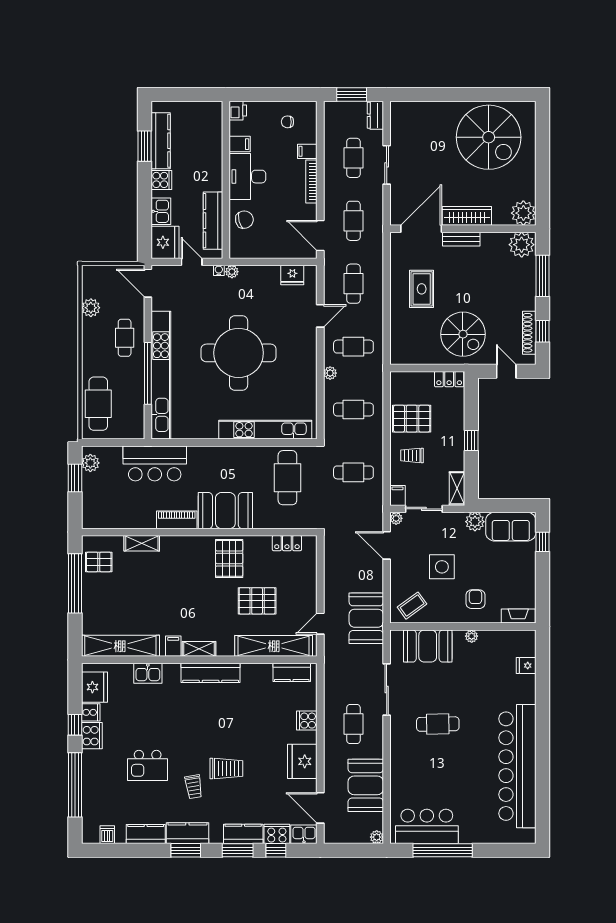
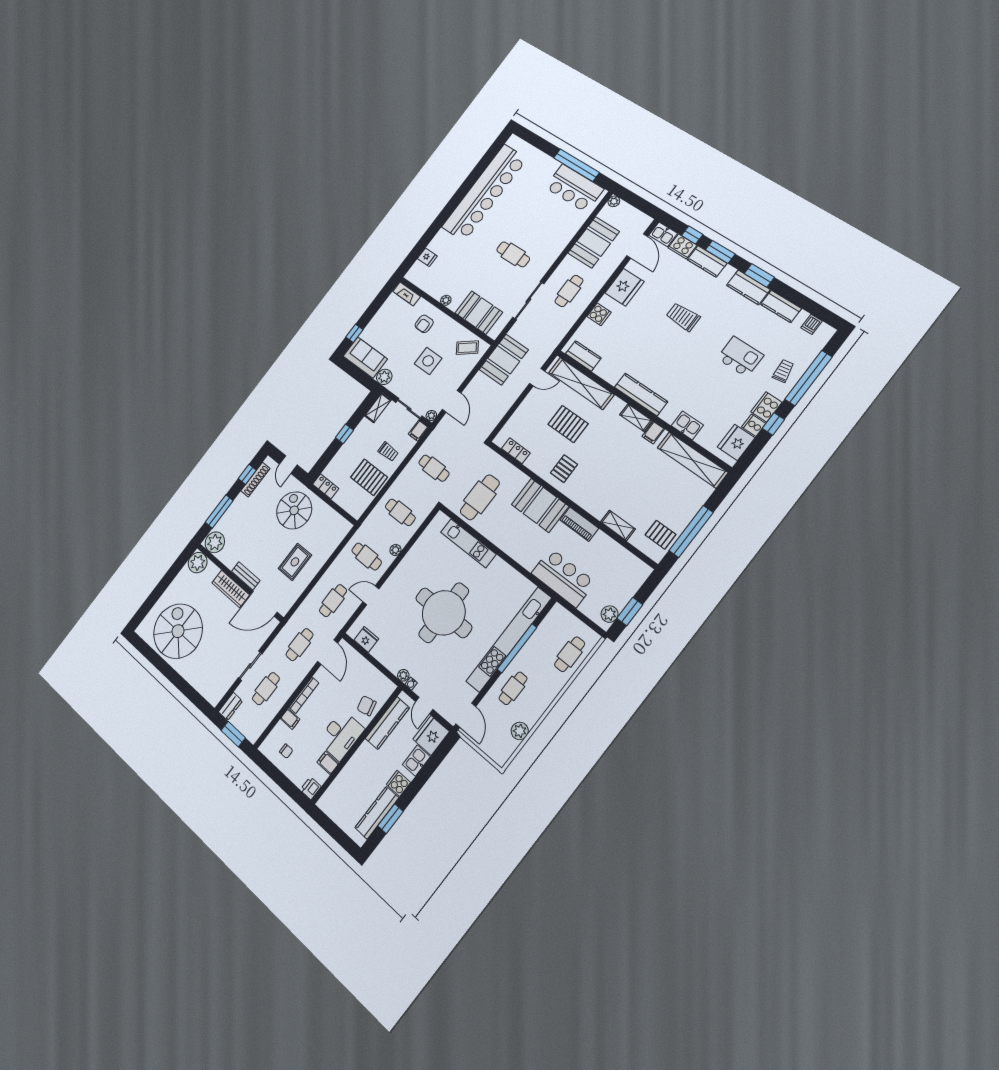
cafe table: (98, 404) -> (570, 654), width x0.73, depth x0.74
kitchen unit: (265, 430) -> (468, 543), width x0.73
pallet: (229, 558) -> (564, 469), width x0.67, depth x0.71
trolley: (194, 787) -> (783, 371), moved

